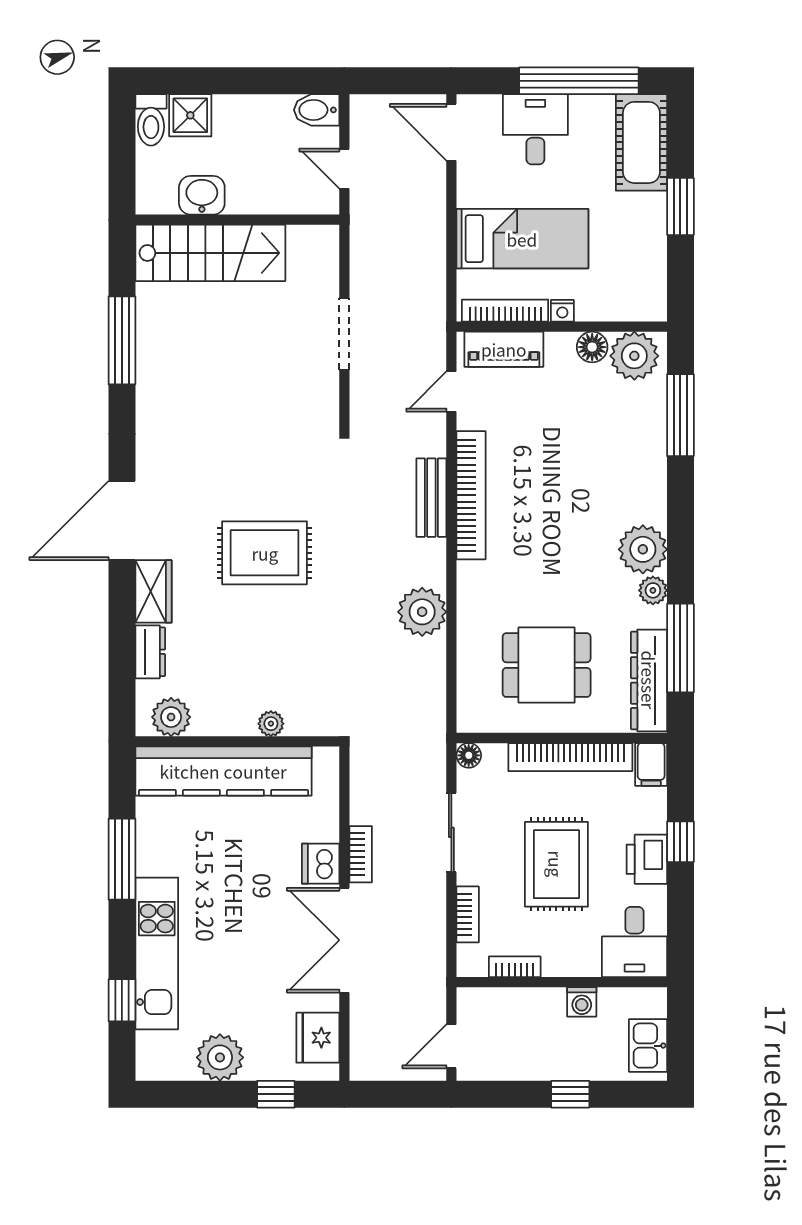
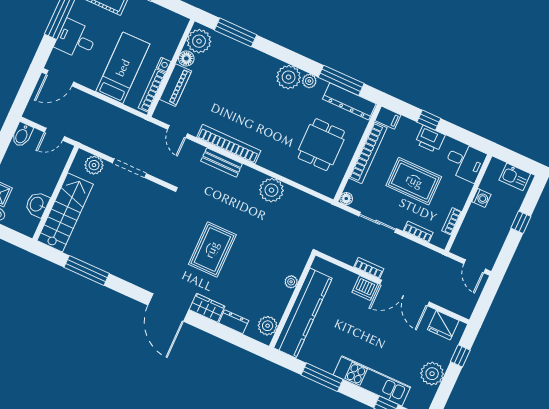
plant: (321, 267) -> (94, 165), added
piano: (504, 349) -> (176, 85), moved

